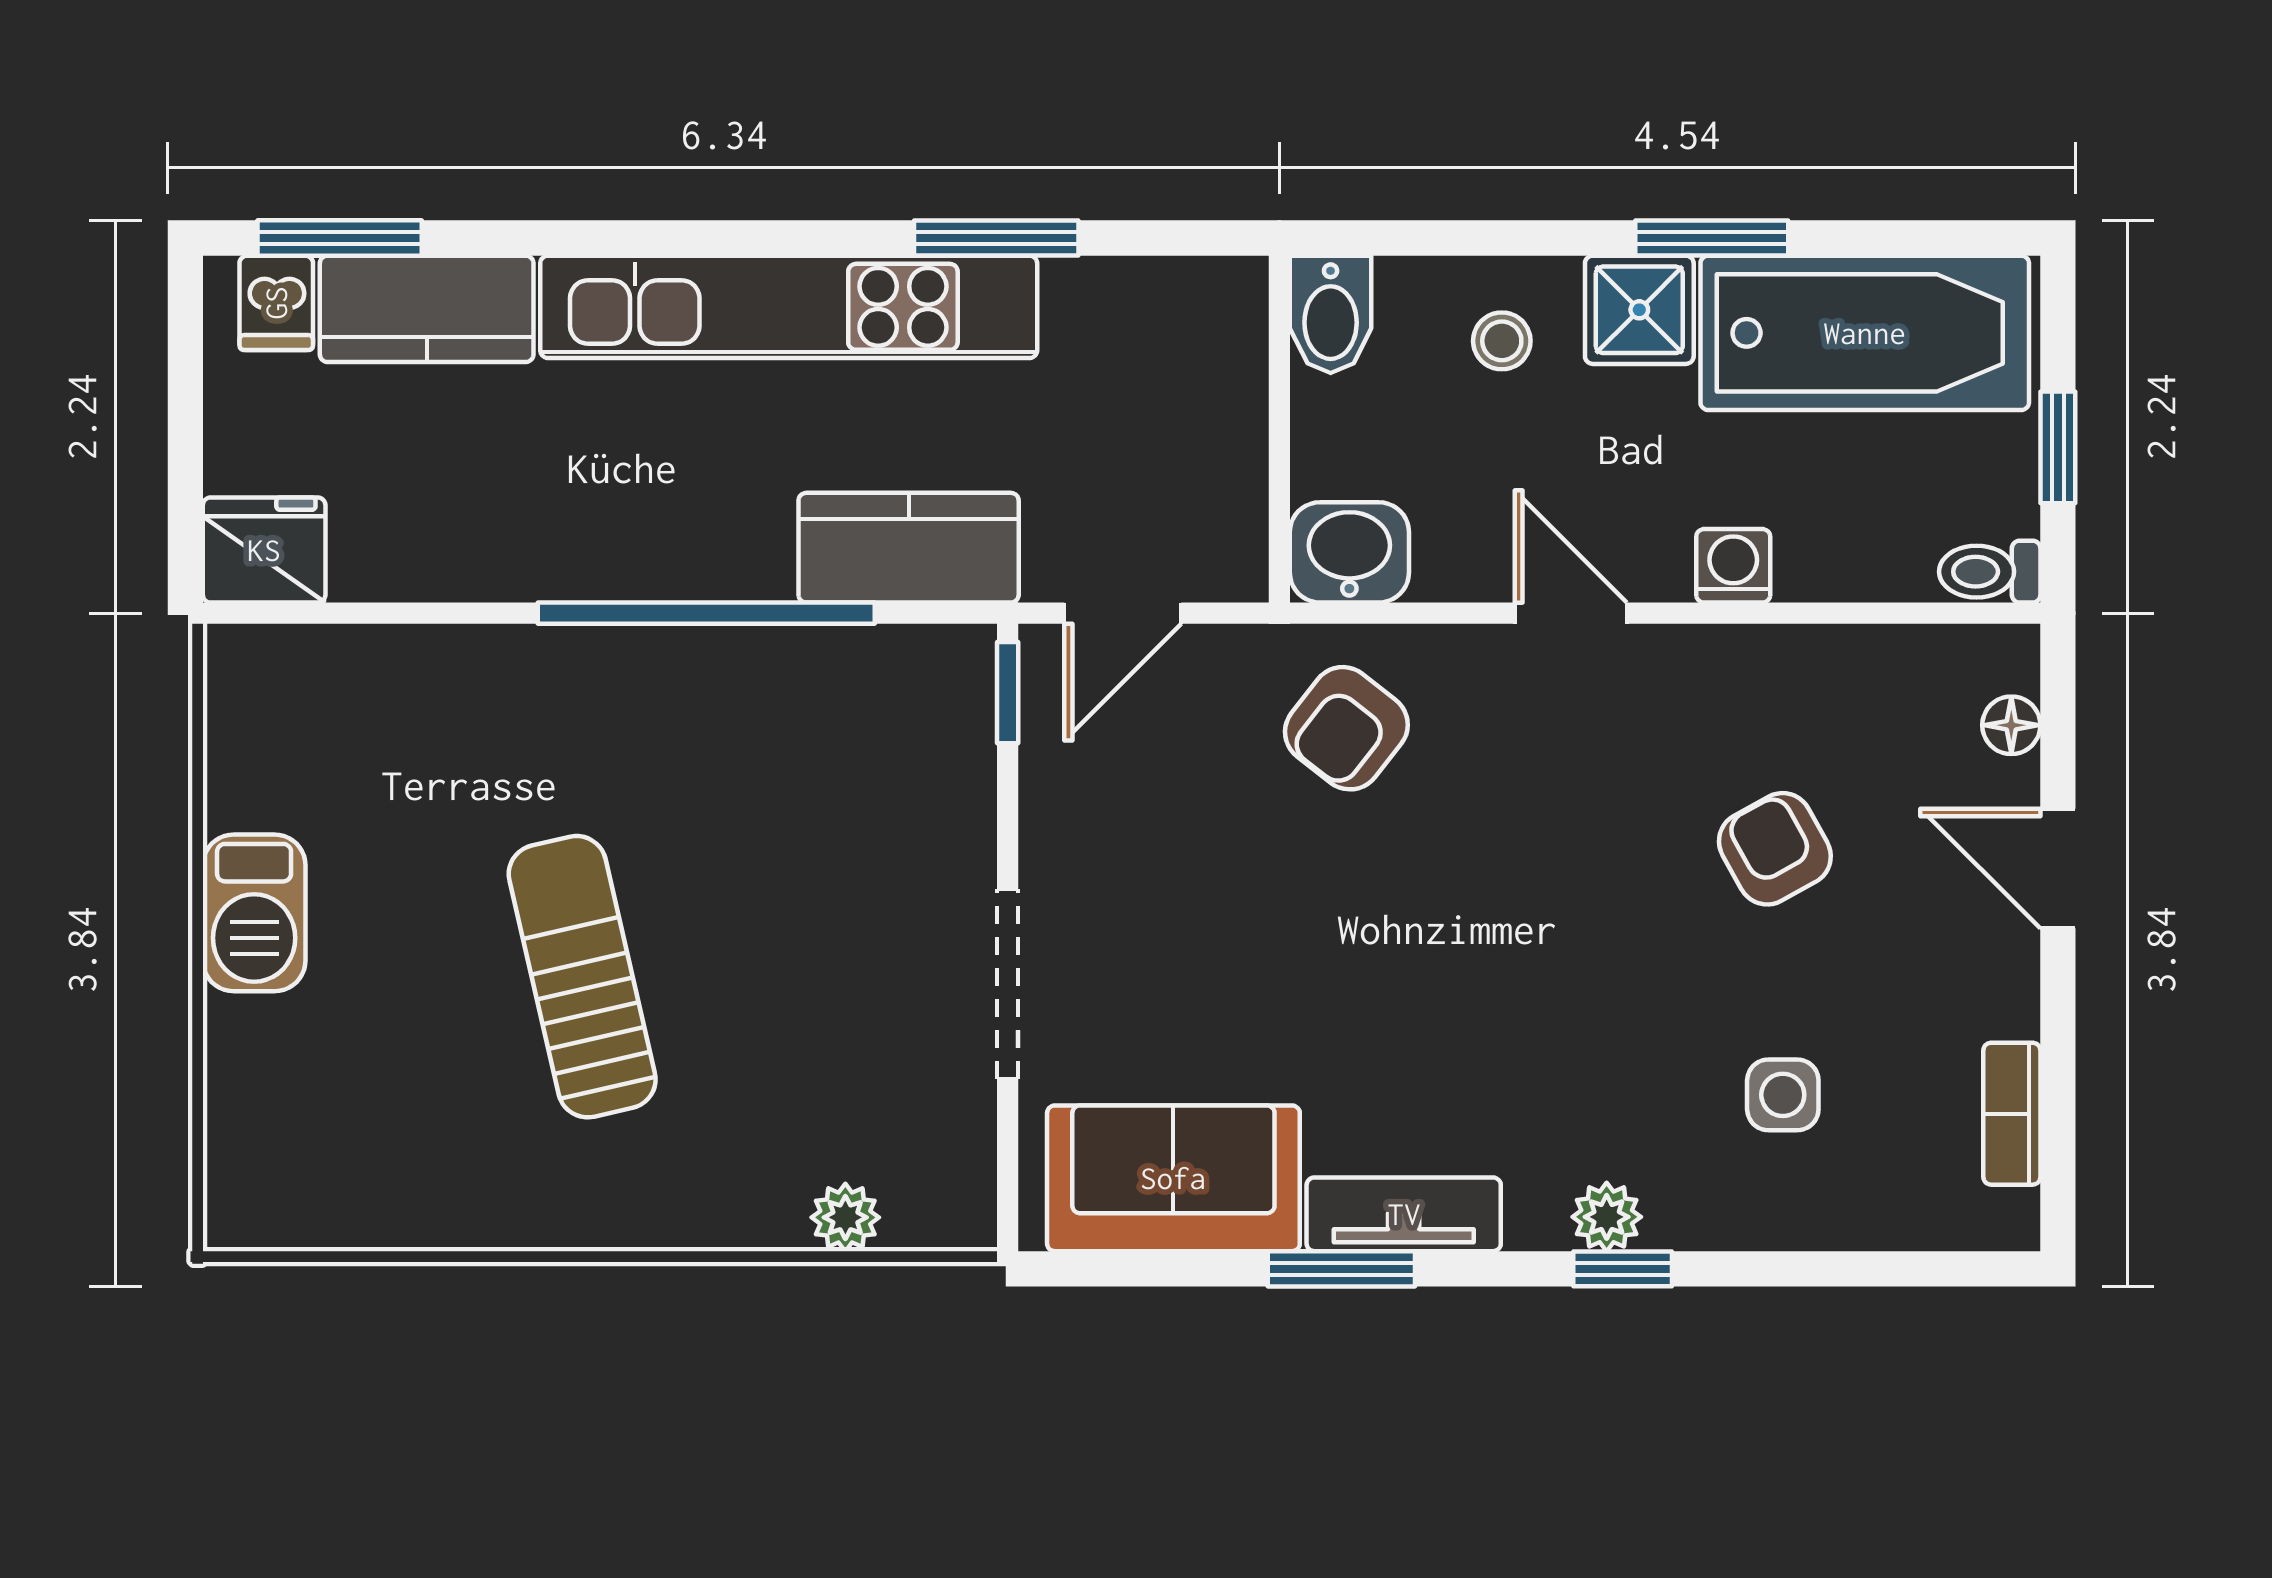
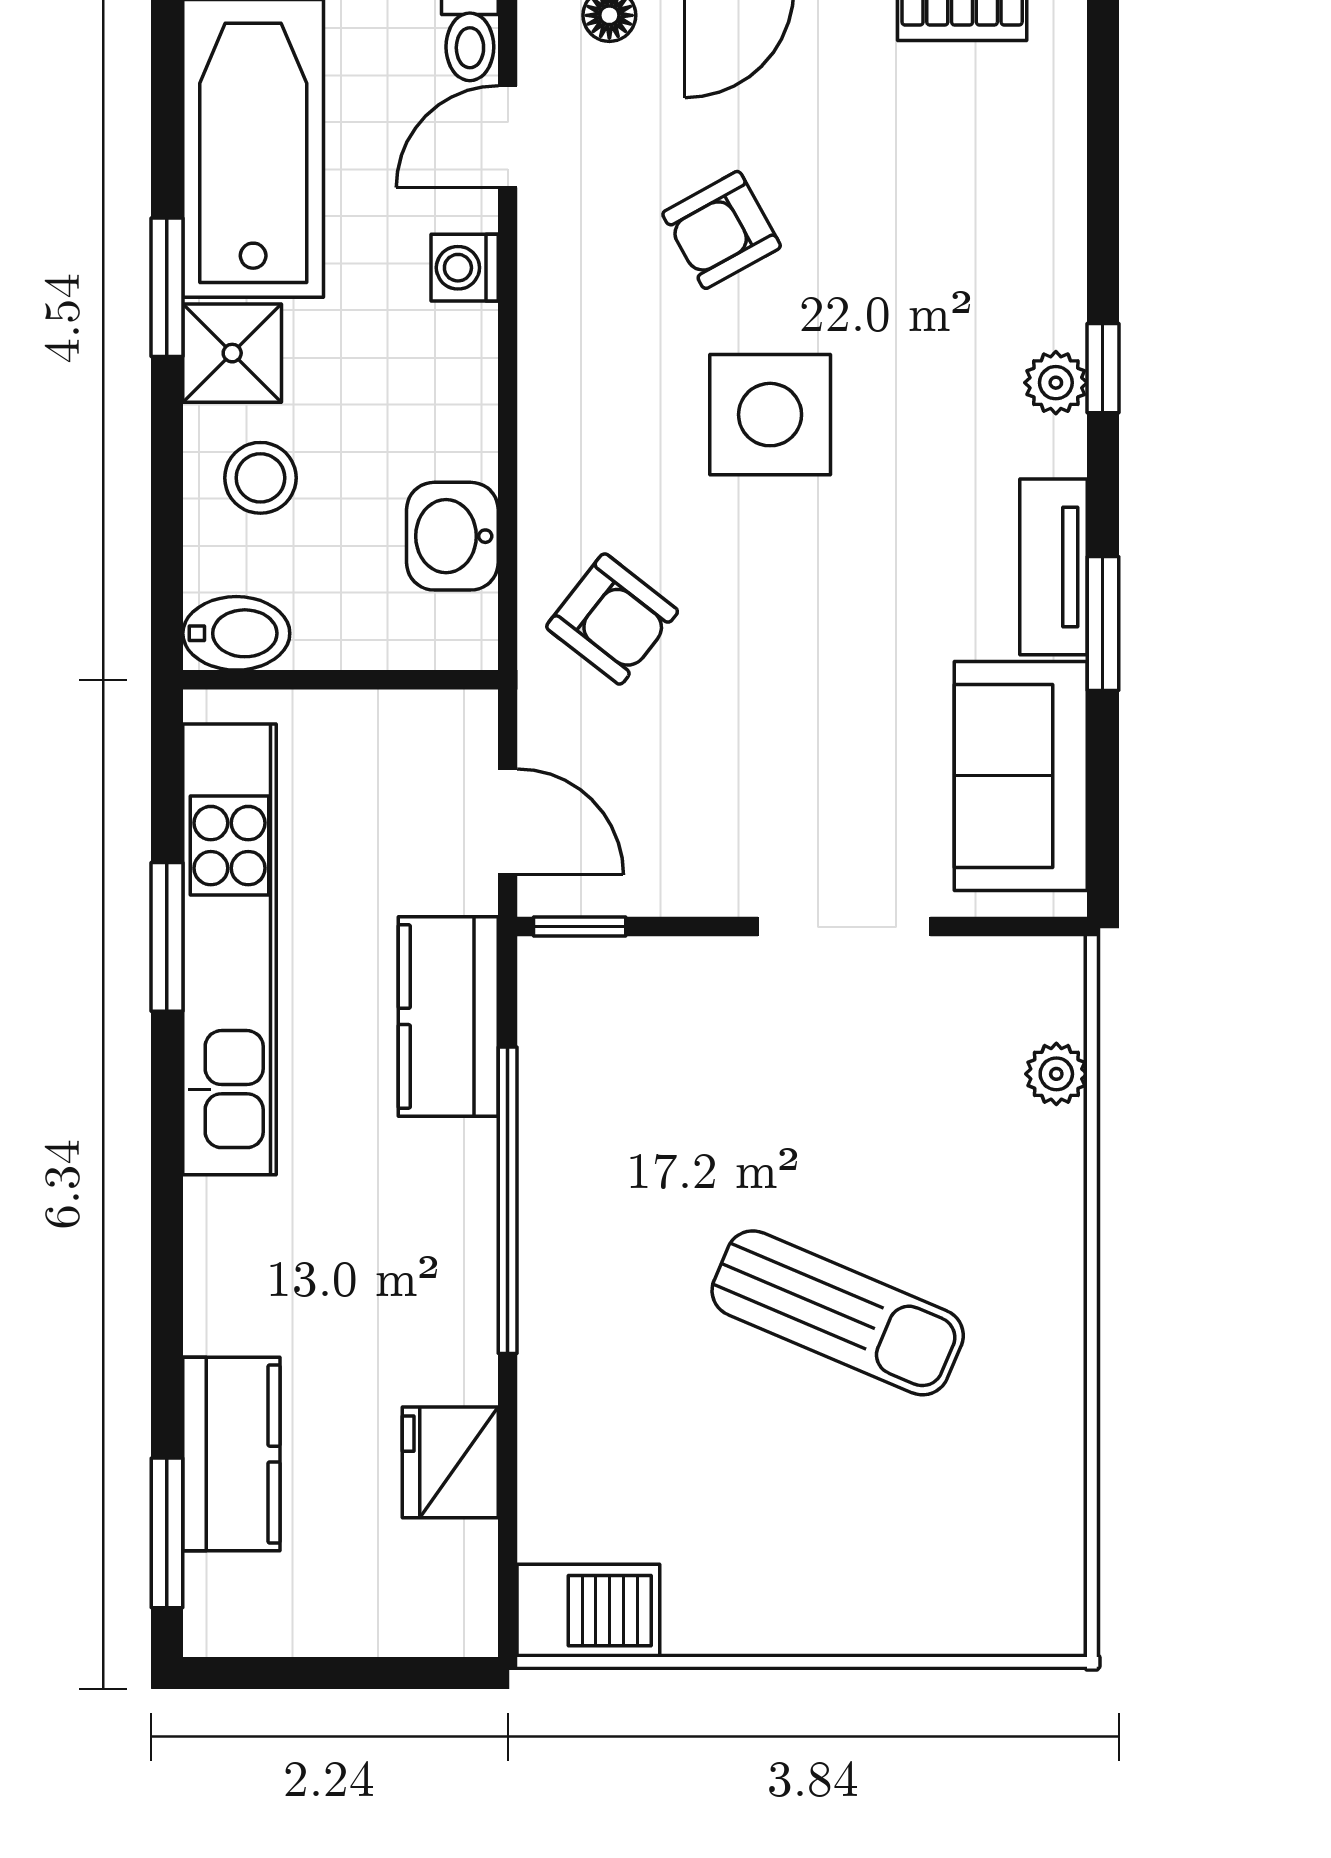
dishwasher: (276, 303) -> (226, 1591), removed
kitchen unit: (789, 307) -> (230, 949), moved
stool: (1502, 341) -> (260, 478), width x1.37, depth x1.37
fridge: (264, 550) -> (450, 1462), moved
washbasin: (1349, 552) -> (452, 536), moved
door: (1571, 613) -> (508, 137), moved
barbecue: (254, 913) -> (588, 1611), moved
sun lounger: (582, 977) -> (838, 1313), turned -144
side table: (1783, 1095) -> (770, 415), moved, width x1.87, depth x1.87

